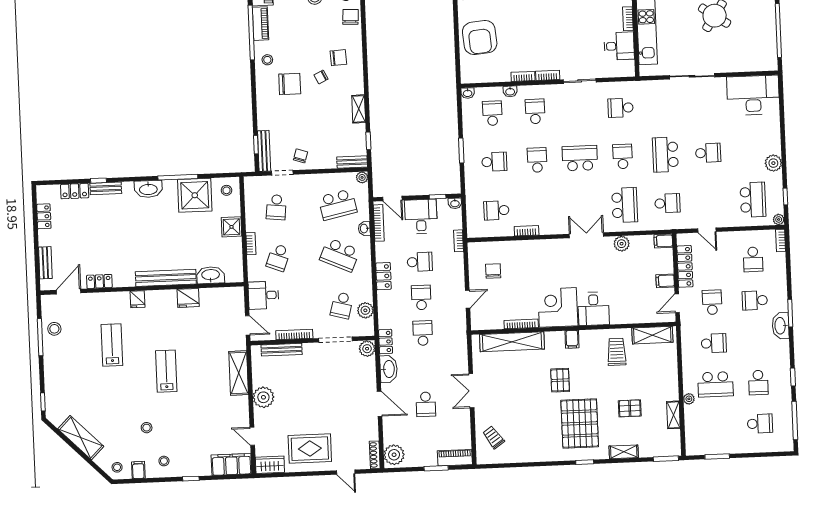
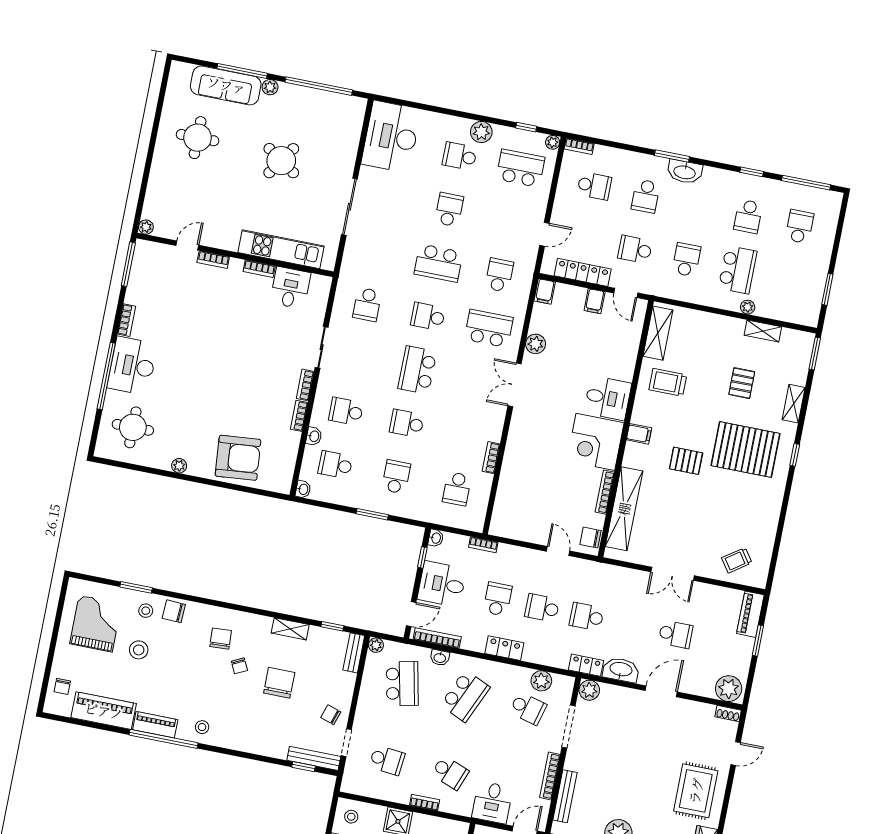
chair: (290, 84) -> (279, 683), moved
school desk: (751, 151) -> (460, 156), added
chair: (493, 271) -> (590, 538), moved
school desk: (758, 383) -> (748, 216), turned 90
shoe rack: (375, 455) -> (728, 713), width x0.70

